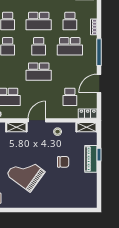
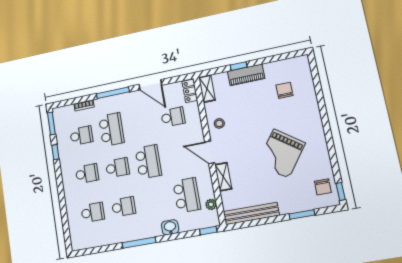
school desk: (39, 21) -> (87, 174), width x0.54
chair: (63, 162) -> (284, 90), moved

